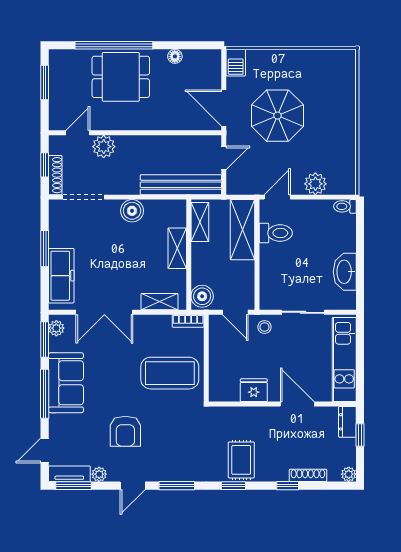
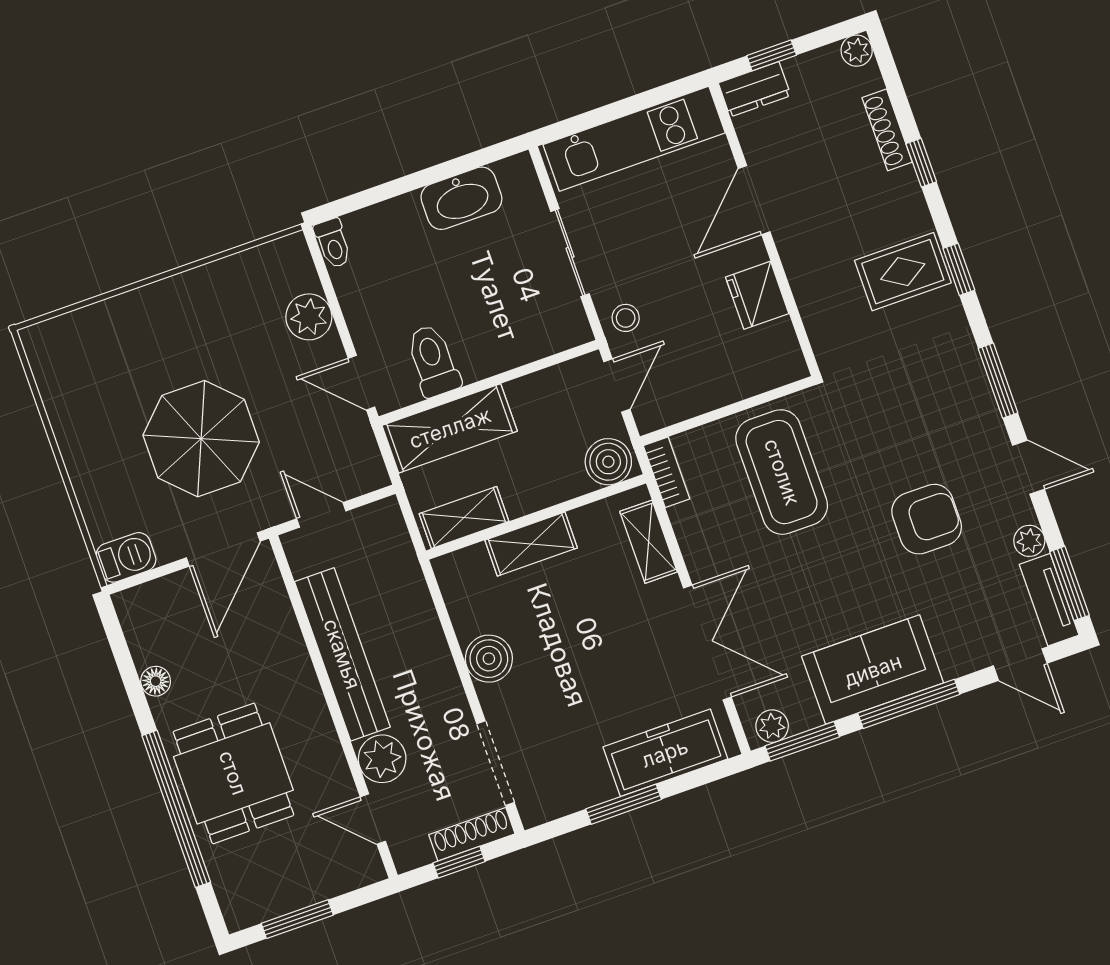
bench: (181, 185) -> (342, 654), moved

